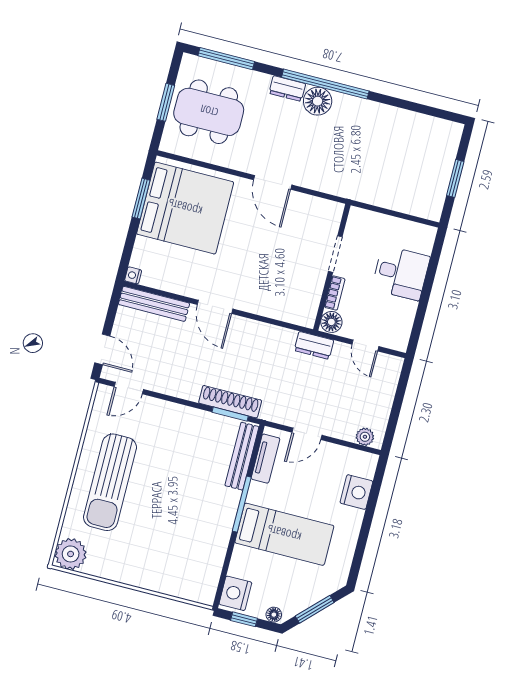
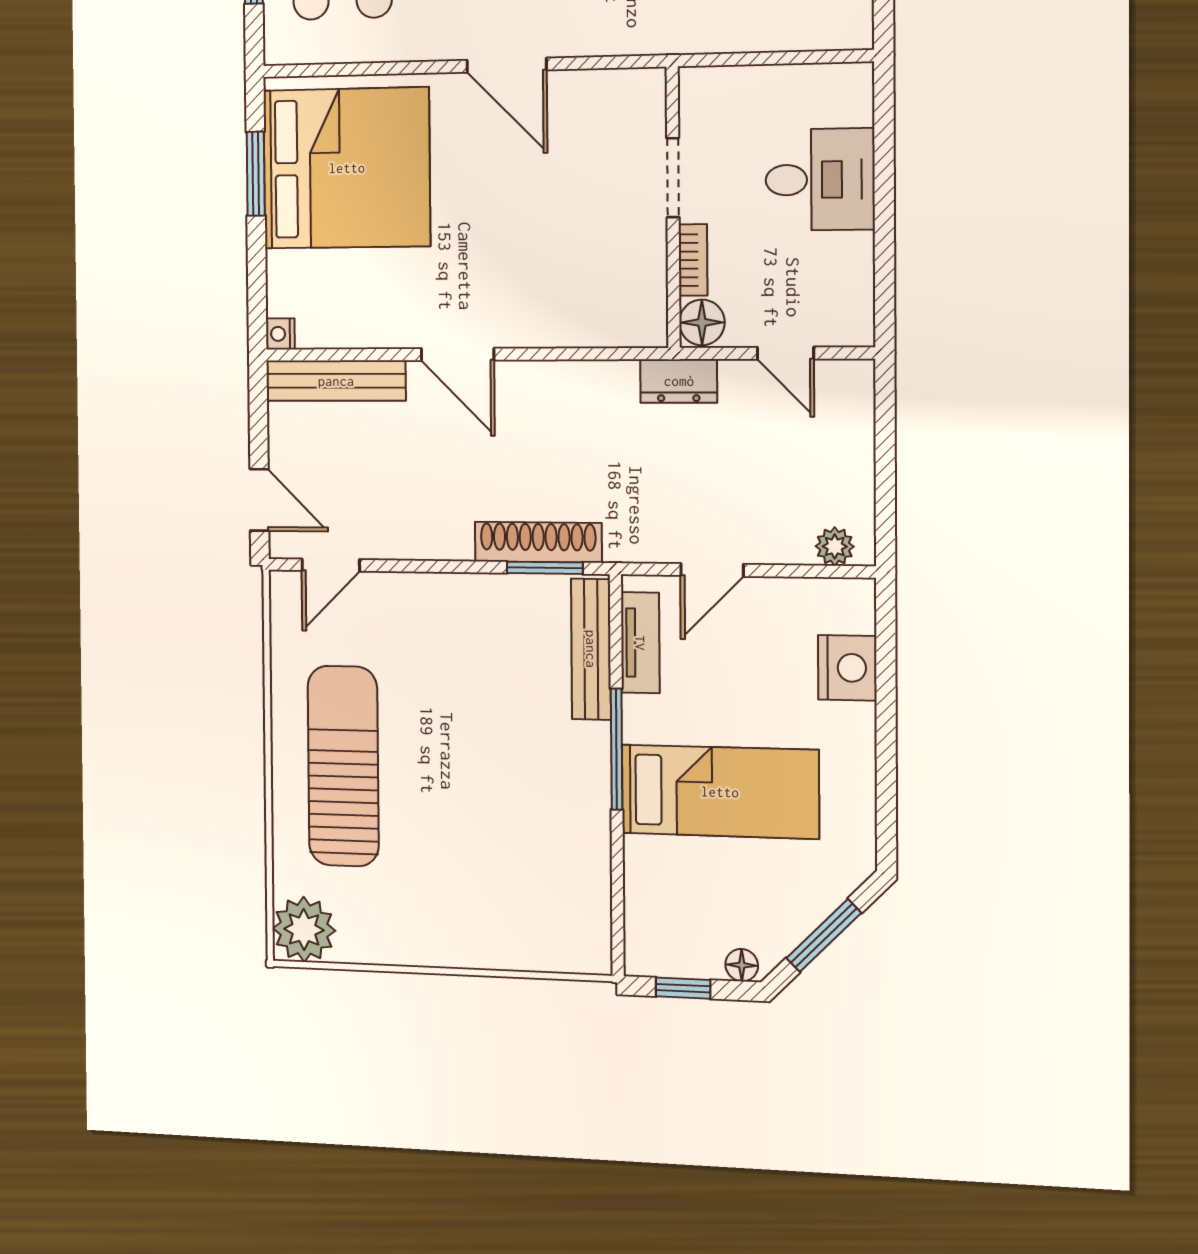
sun lounger: (110, 482) -> (343, 766), turned 180
nightstand: (235, 593) -> (651, 938), removed

